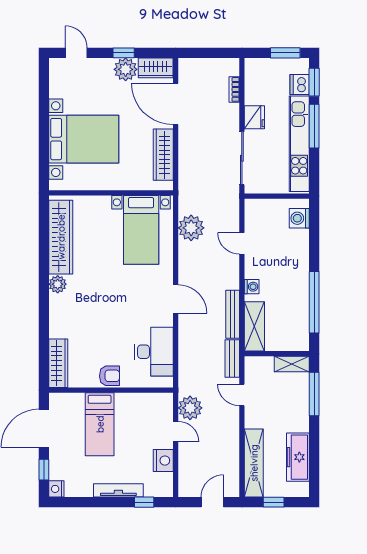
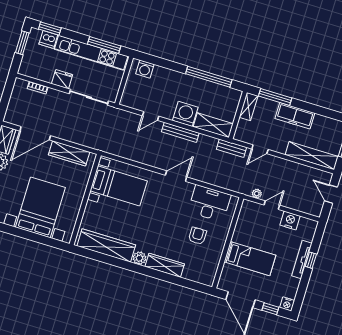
window: (314, 126) -> (104, 45), moved
plant: (191, 228) -> (128, 149), removed
washing machine: (252, 287) -> (185, 114), width x1.89, depth x1.89
bench: (233, 314) -> (180, 132), moved
wardrobe: (58, 363) -> (165, 265), moved
armchair: (110, 376) -> (197, 236), moved
plant: (190, 408) -> (257, 194), width x0.53, depth x0.53
freezer: (298, 457) -> (295, 116), moved
window: (144, 502) -> (311, 260), moved

